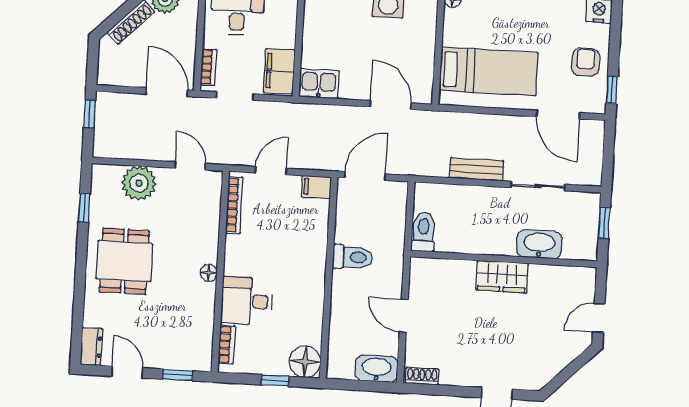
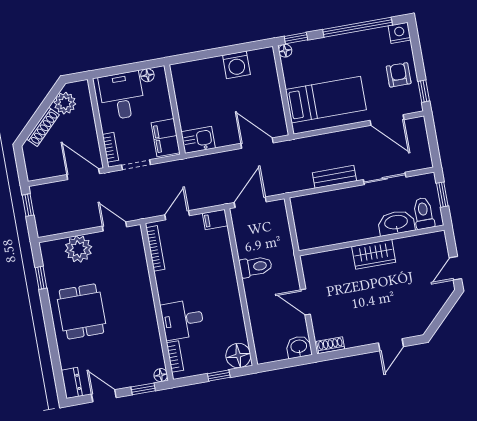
toilet: (423, 232) -> (424, 213), moved
floor lamp: (209, 273) -> (161, 375), moved
washbasin: (376, 369) -> (299, 347), width x0.72

